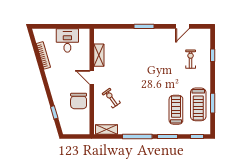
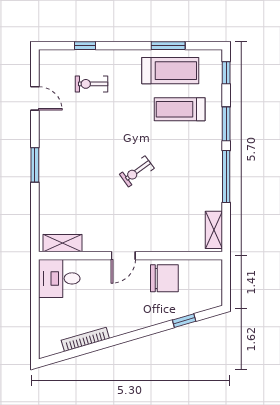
desk: (67, 40) -> (59, 278), moved
shelving: (99, 55) -> (63, 243), moved
exercise bike: (111, 98) -> (137, 171), moved

